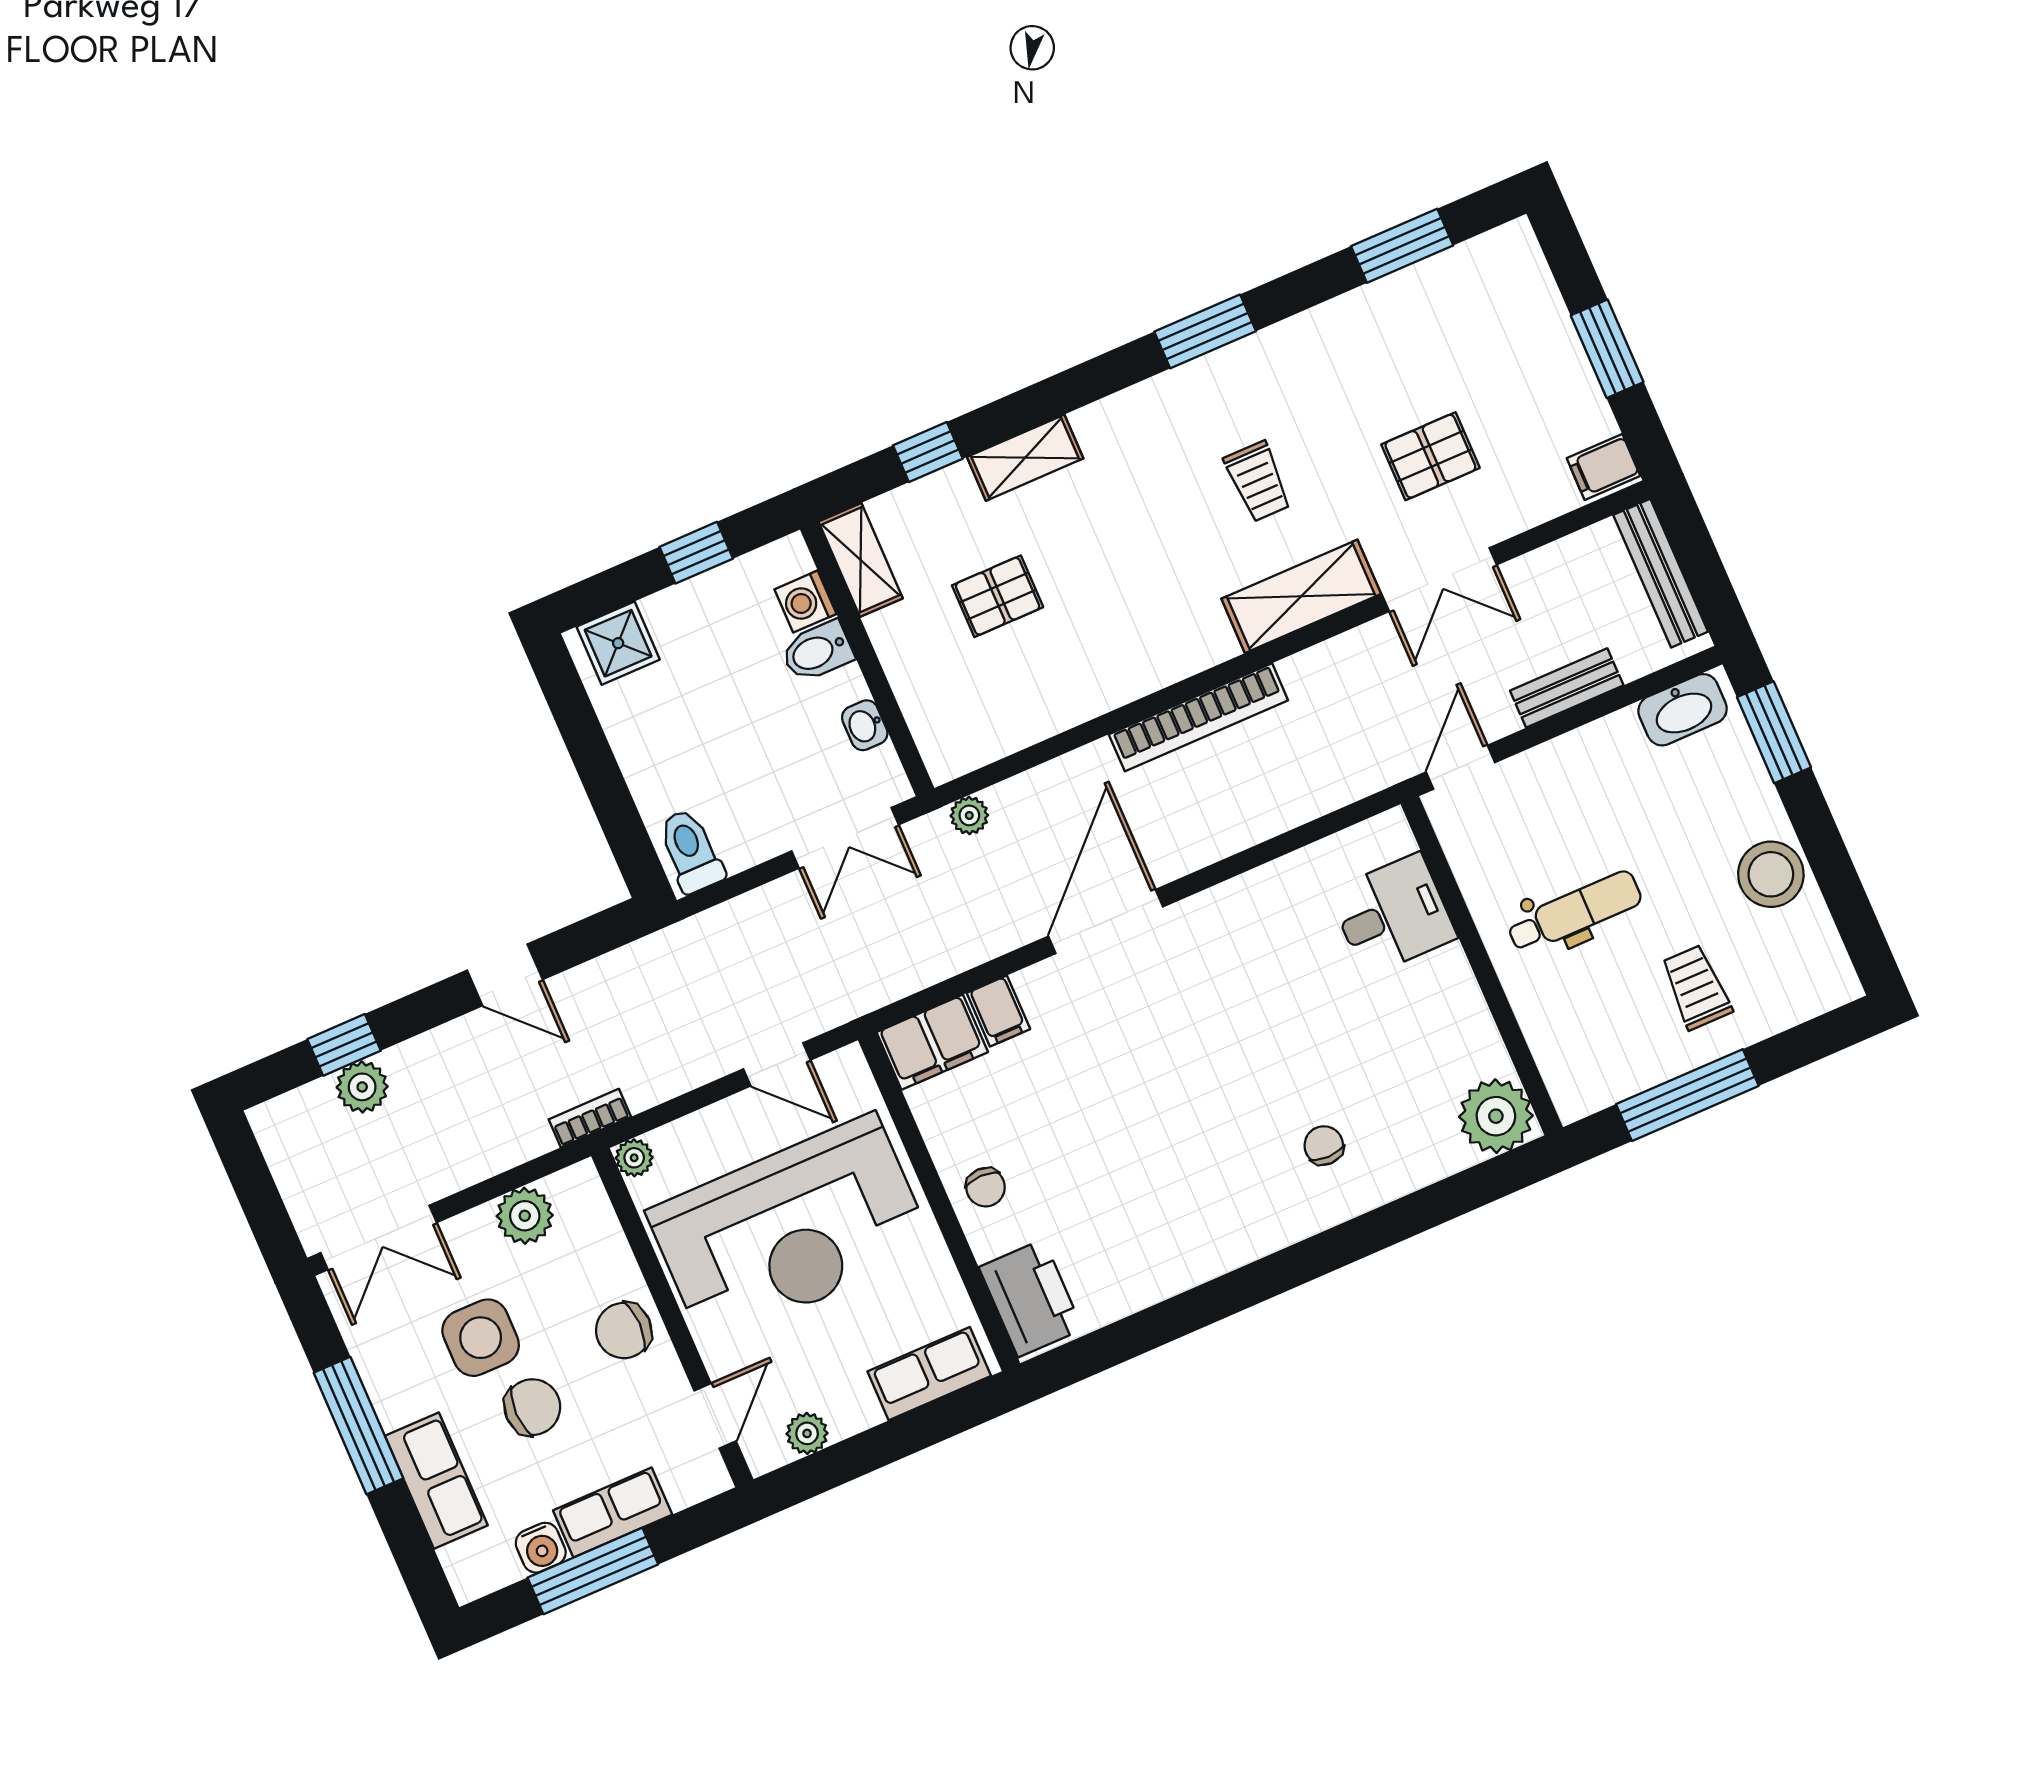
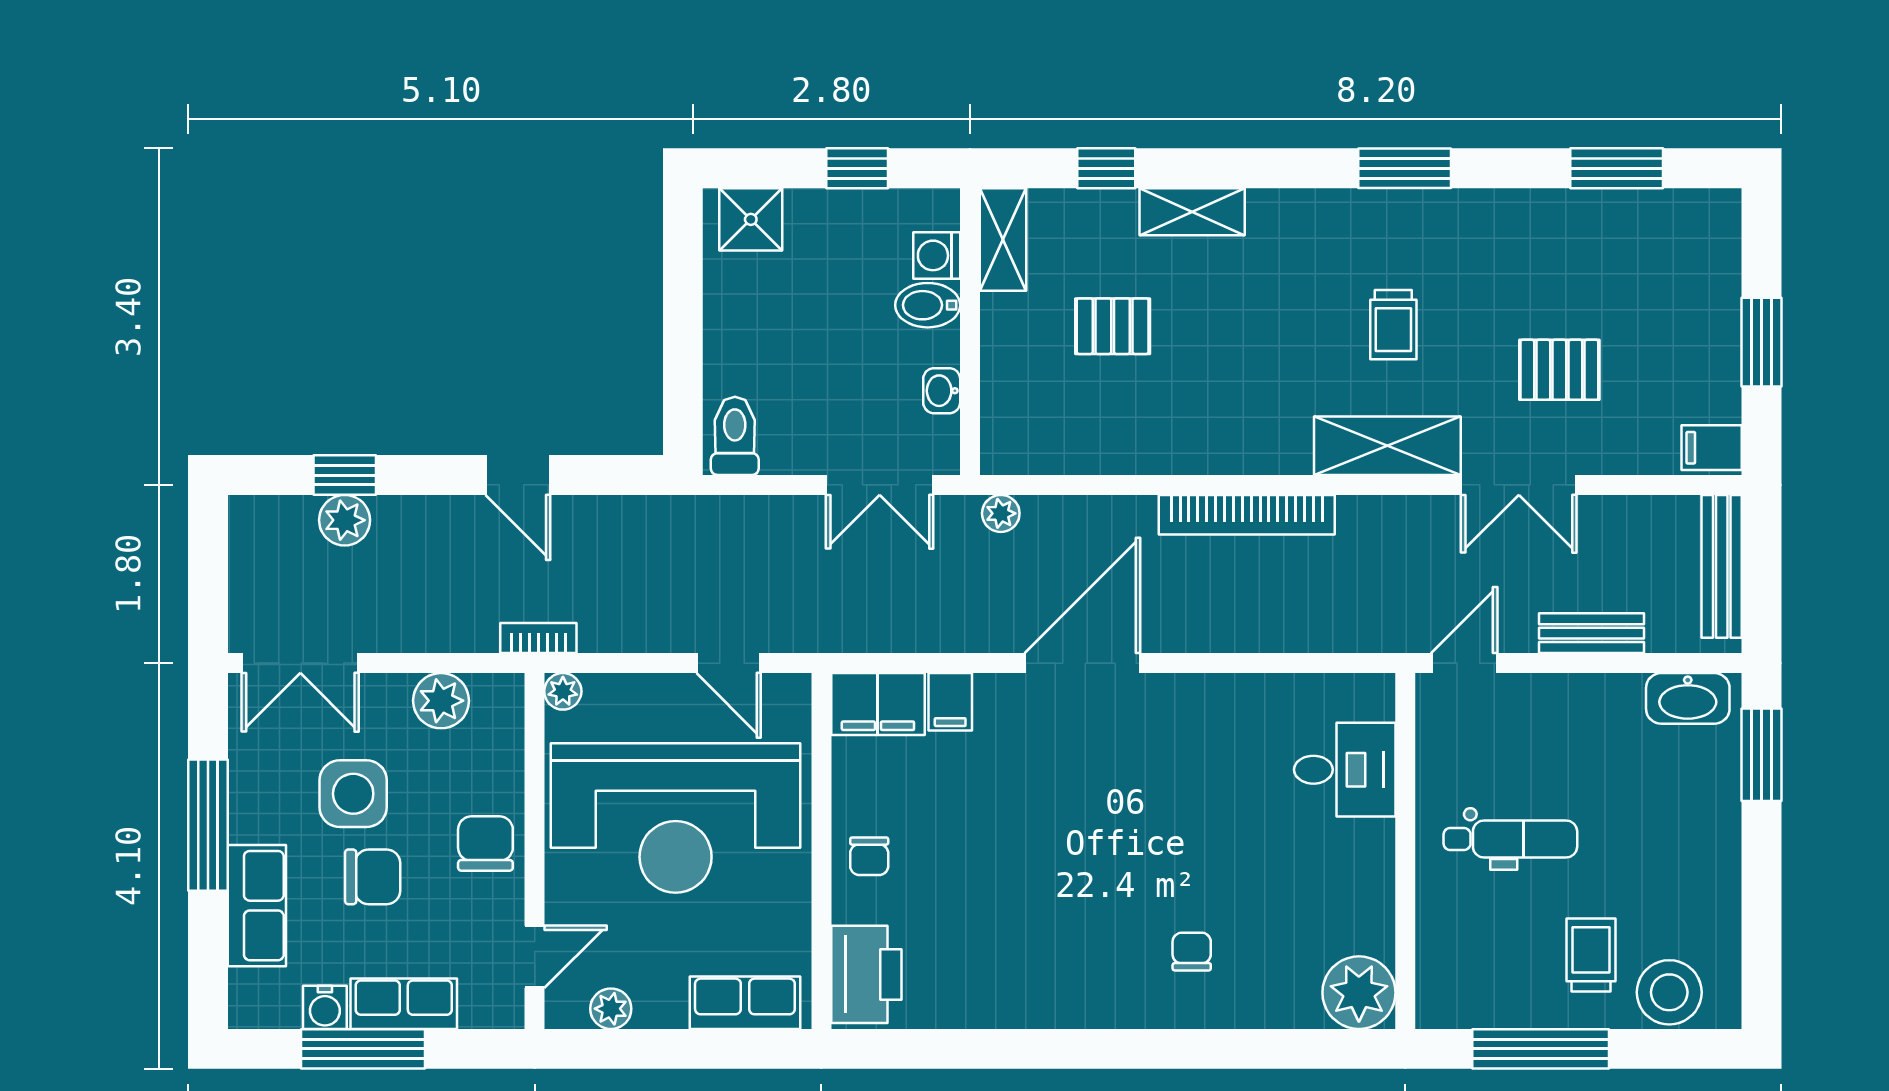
stool: (1771, 874) -> (1669, 992), moved
chair: (624, 1331) -> (485, 844), turned 90

